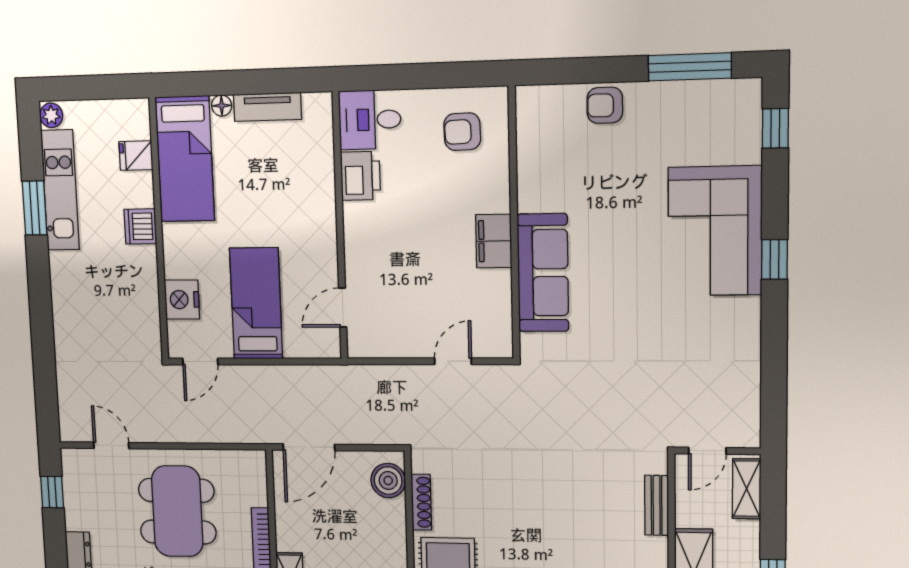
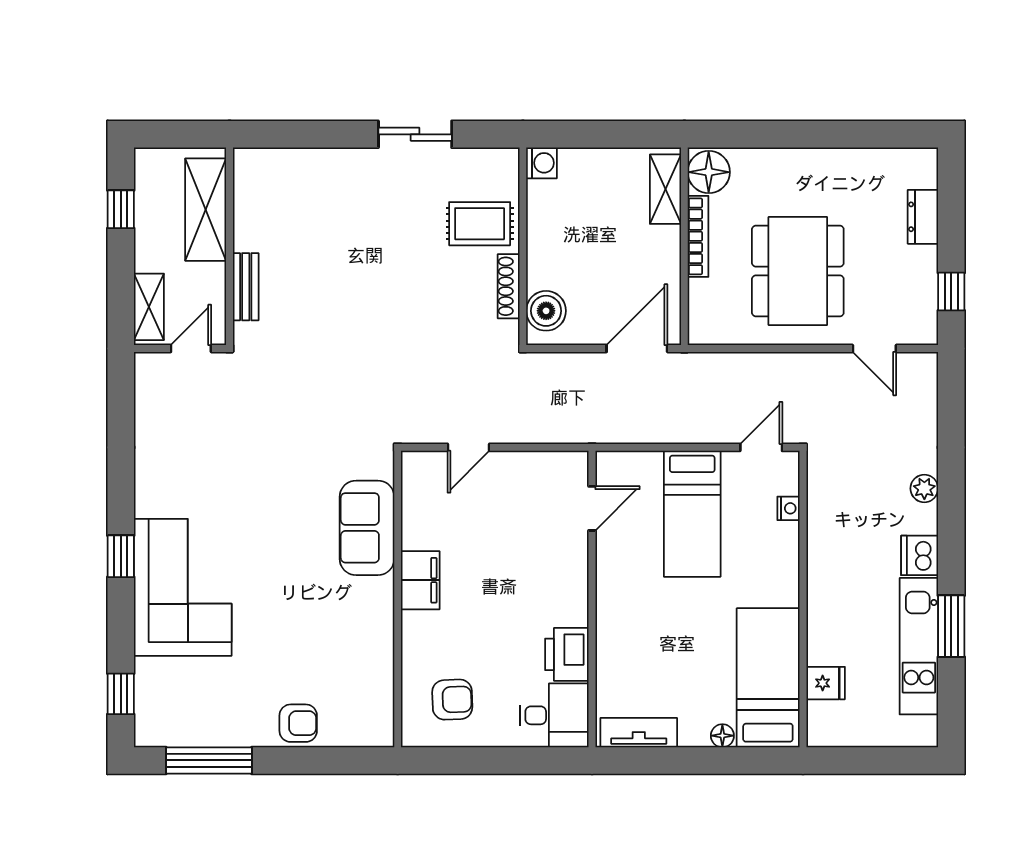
tv unit: (267, 107) -> (639, 733), moved
plant: (51, 115) -> (924, 488), moved
dishwasher: (140, 226) -> (920, 555), moved, turned 180
sofa: (543, 273) -> (367, 528), width x0.73
nightstand: (182, 300) -> (789, 508), width x0.53, depth x0.56

